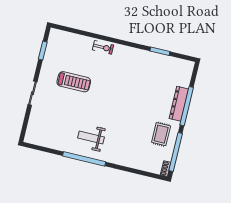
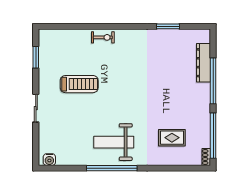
dresser: (179, 104) -> (204, 63), moved
rug: (161, 134) -> (172, 138), moved, turned 90
weight bench: (91, 137) -> (114, 142), width x1.36, depth x1.33
water cooler: (34, 139) -> (49, 160), added

